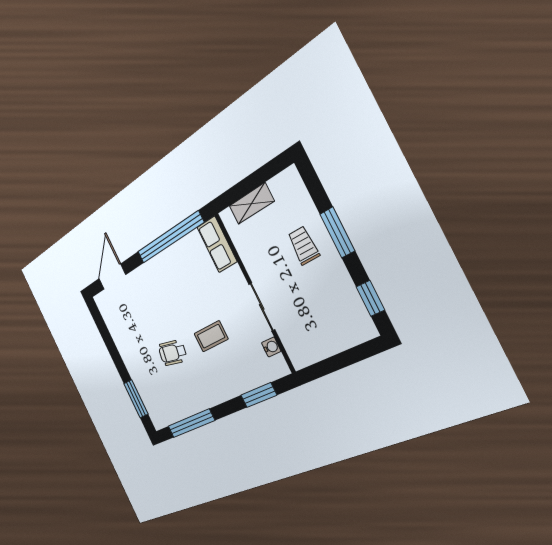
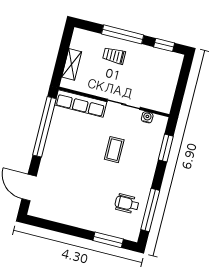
window: (337, 232) -> (123, 34), width x1.44
row of seats: (217, 244) -> (81, 103), width x1.48
wheelchair: (173, 353) -> (127, 204), moved, turned 79

